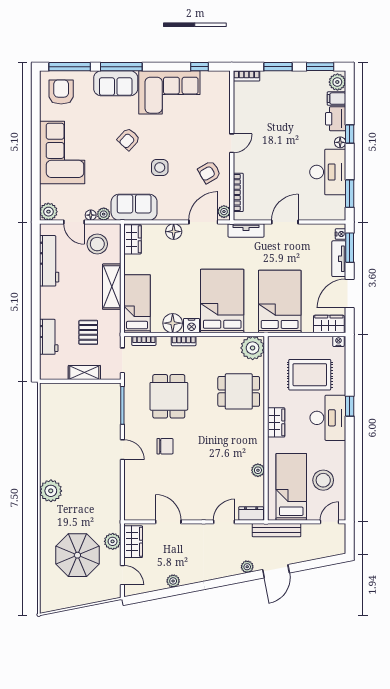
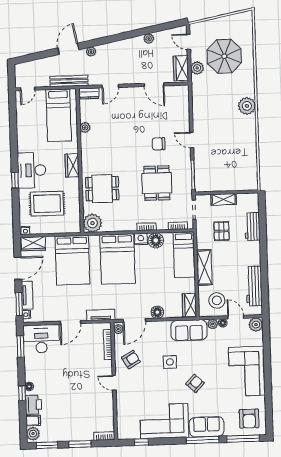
door: (232, 143) -> (114, 383), hinge flipped
desk: (328, 172) -> (41, 339), moved, turned 90
stool: (323, 480) -> (34, 121), removed

